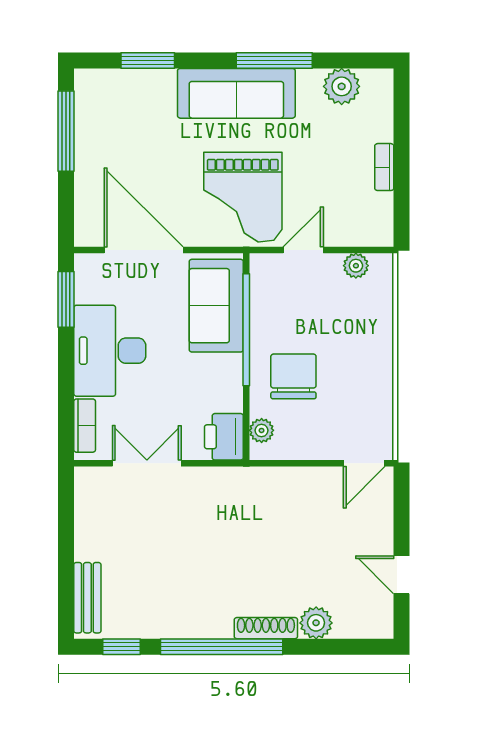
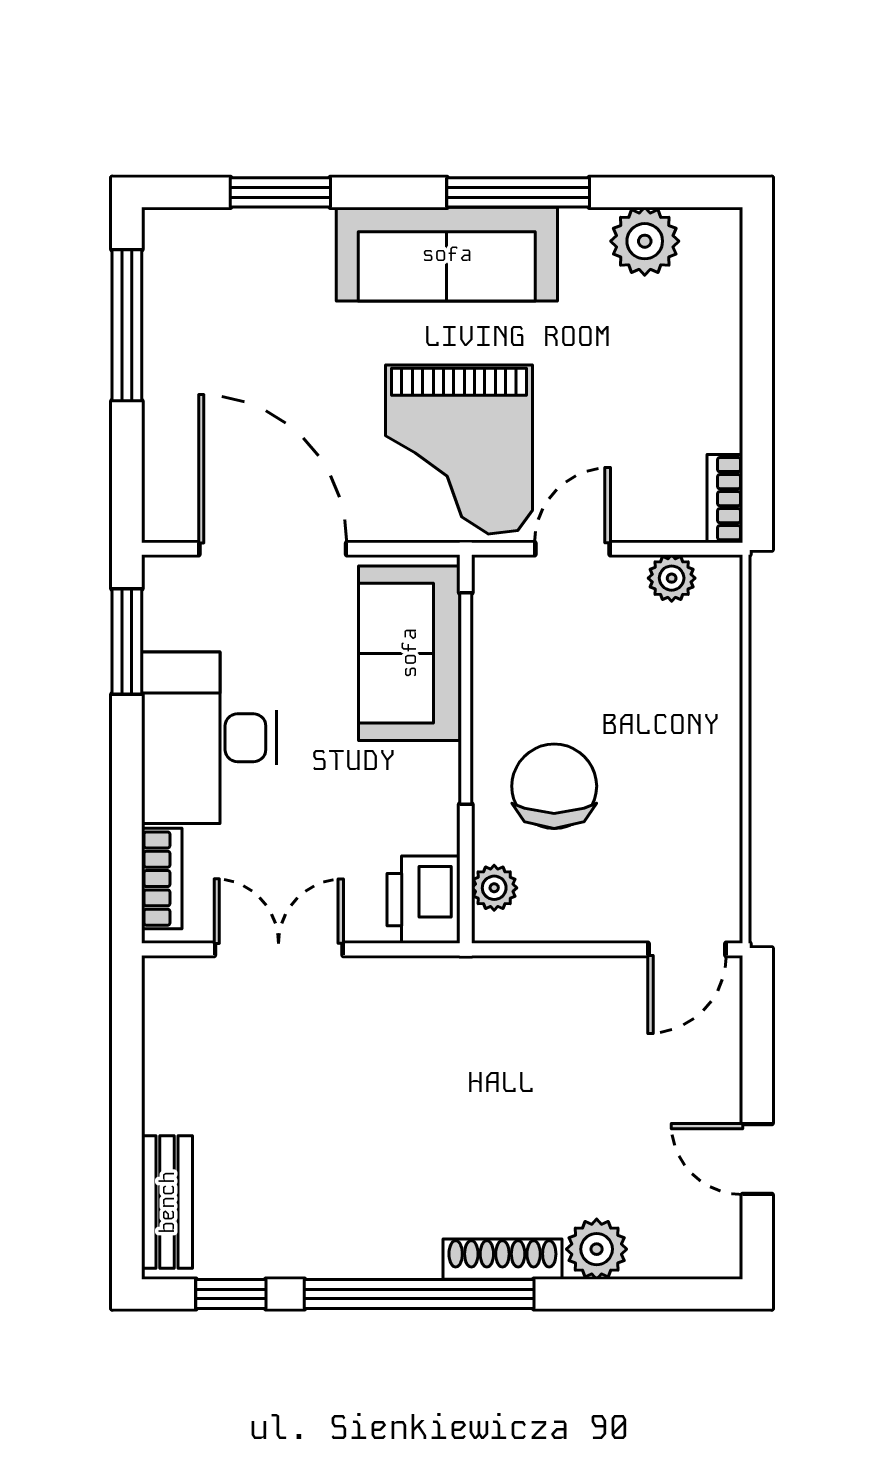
bookcase: (384, 167) -> (725, 499), moved

